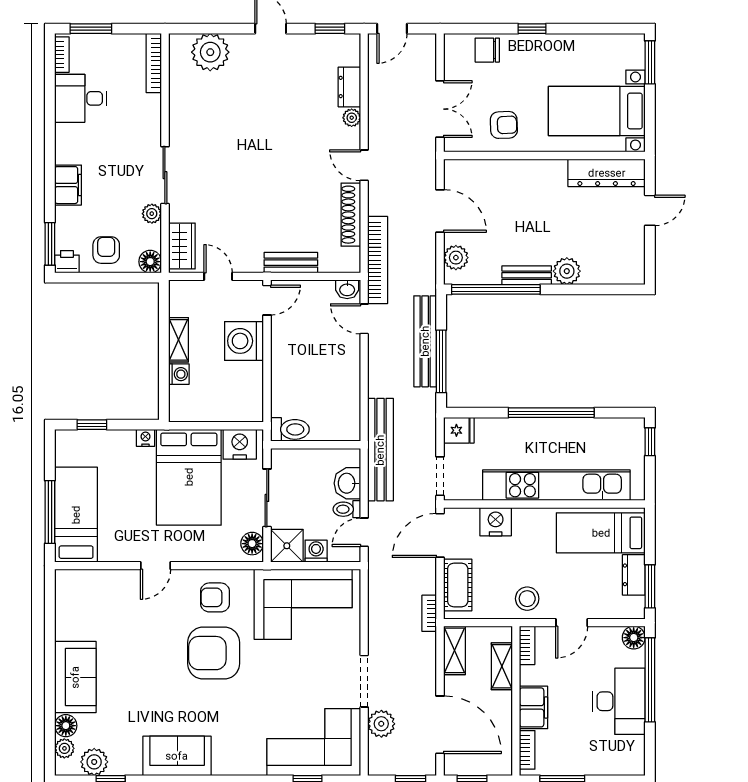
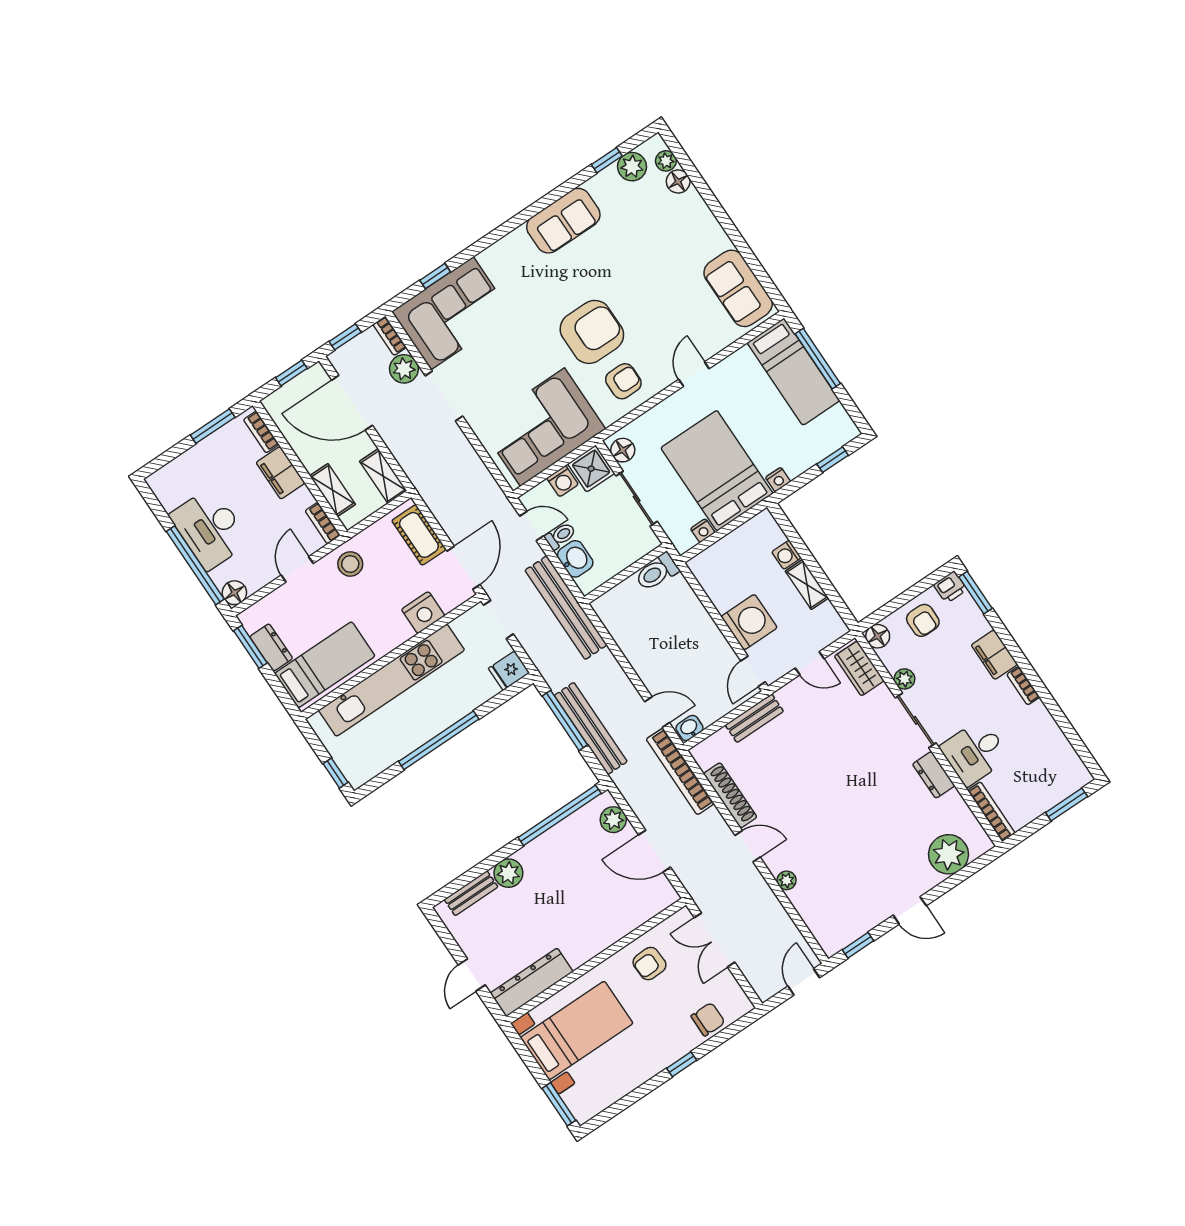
bookcase: (62, 55) -> (1023, 686), moved
dresser: (349, 87) -> (934, 775), moved, turned 180
desk: (81, 98) -> (975, 752), moved, turned 180
bench: (527, 275) -> (471, 893), moved
nightstand: (240, 444) -> (703, 531), width x0.53, depth x0.56
door: (364, 532) -> (532, 526), hinge flipped
bookcase: (429, 613) -> (390, 336), moved, turned 180
sofa: (75, 677) -> (738, 288), moved

